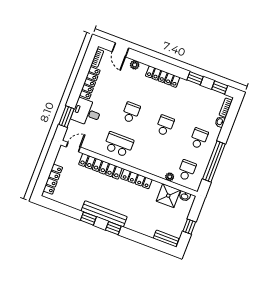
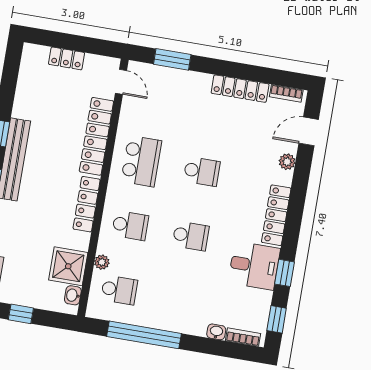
desk: (87, 112) -> (254, 266), moved, turned 90
school desk: (199, 138) -> (130, 226), moved
locker: (53, 179) -> (67, 58), width x0.66

